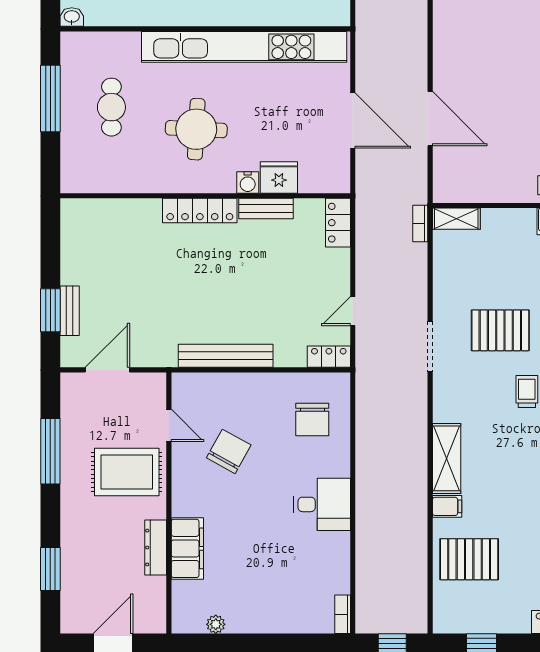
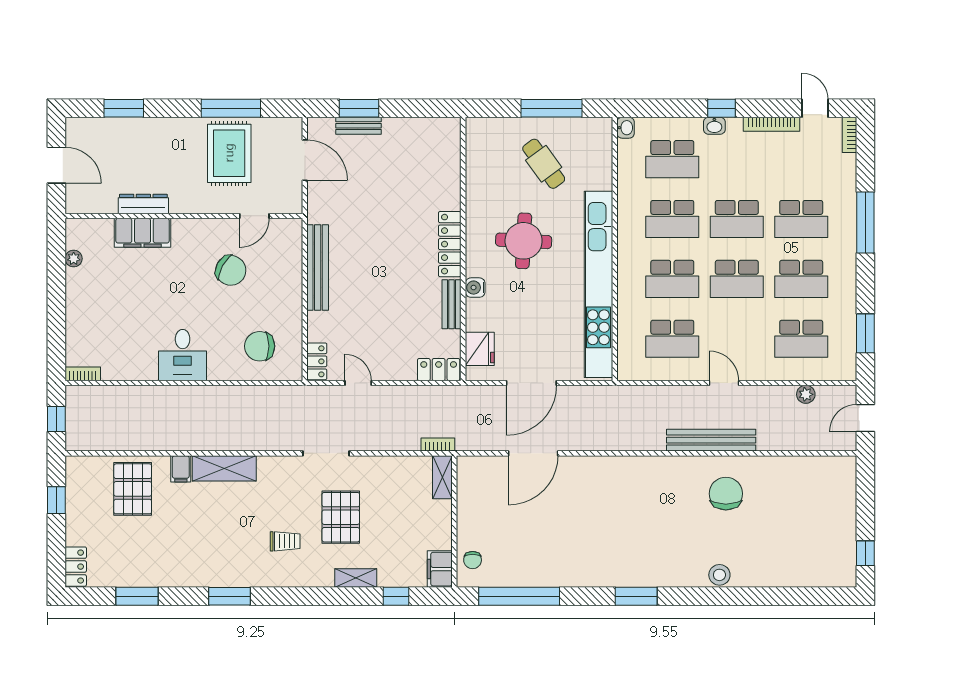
cafe table: (111, 107) -> (544, 164), turned 54
fridge: (279, 177) -> (480, 349), moved
rug: (127, 472) -> (229, 153), moved

